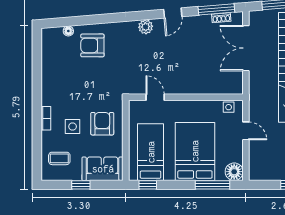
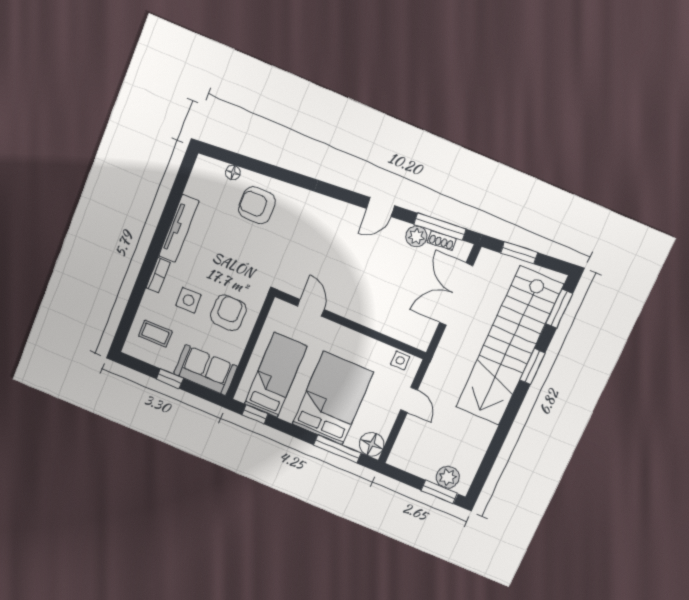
plant: (146, 27) -> (416, 236), moved
tv unit: (47, 82) -> (179, 229), added

